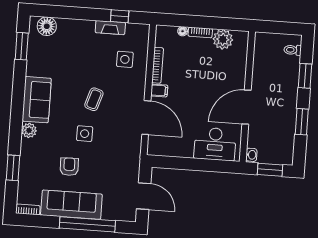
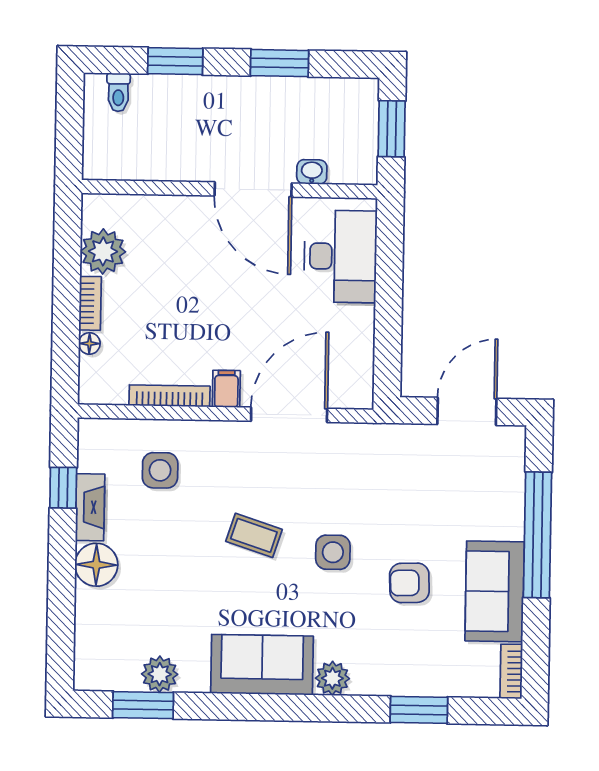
floor lamp: (47, 26) -> (96, 565), moved
plant: (35, 54) -> (160, 674), added
washbasin: (251, 155) -> (312, 172), moved
sofa: (71, 205) -> (495, 591), width x0.73

